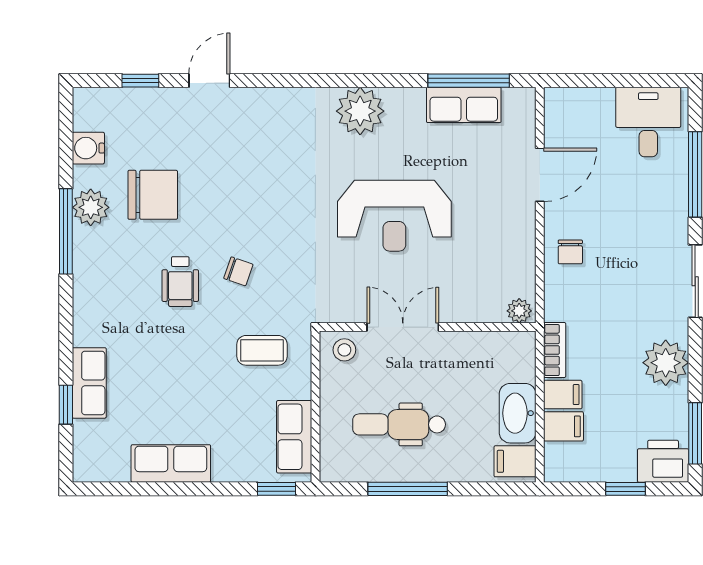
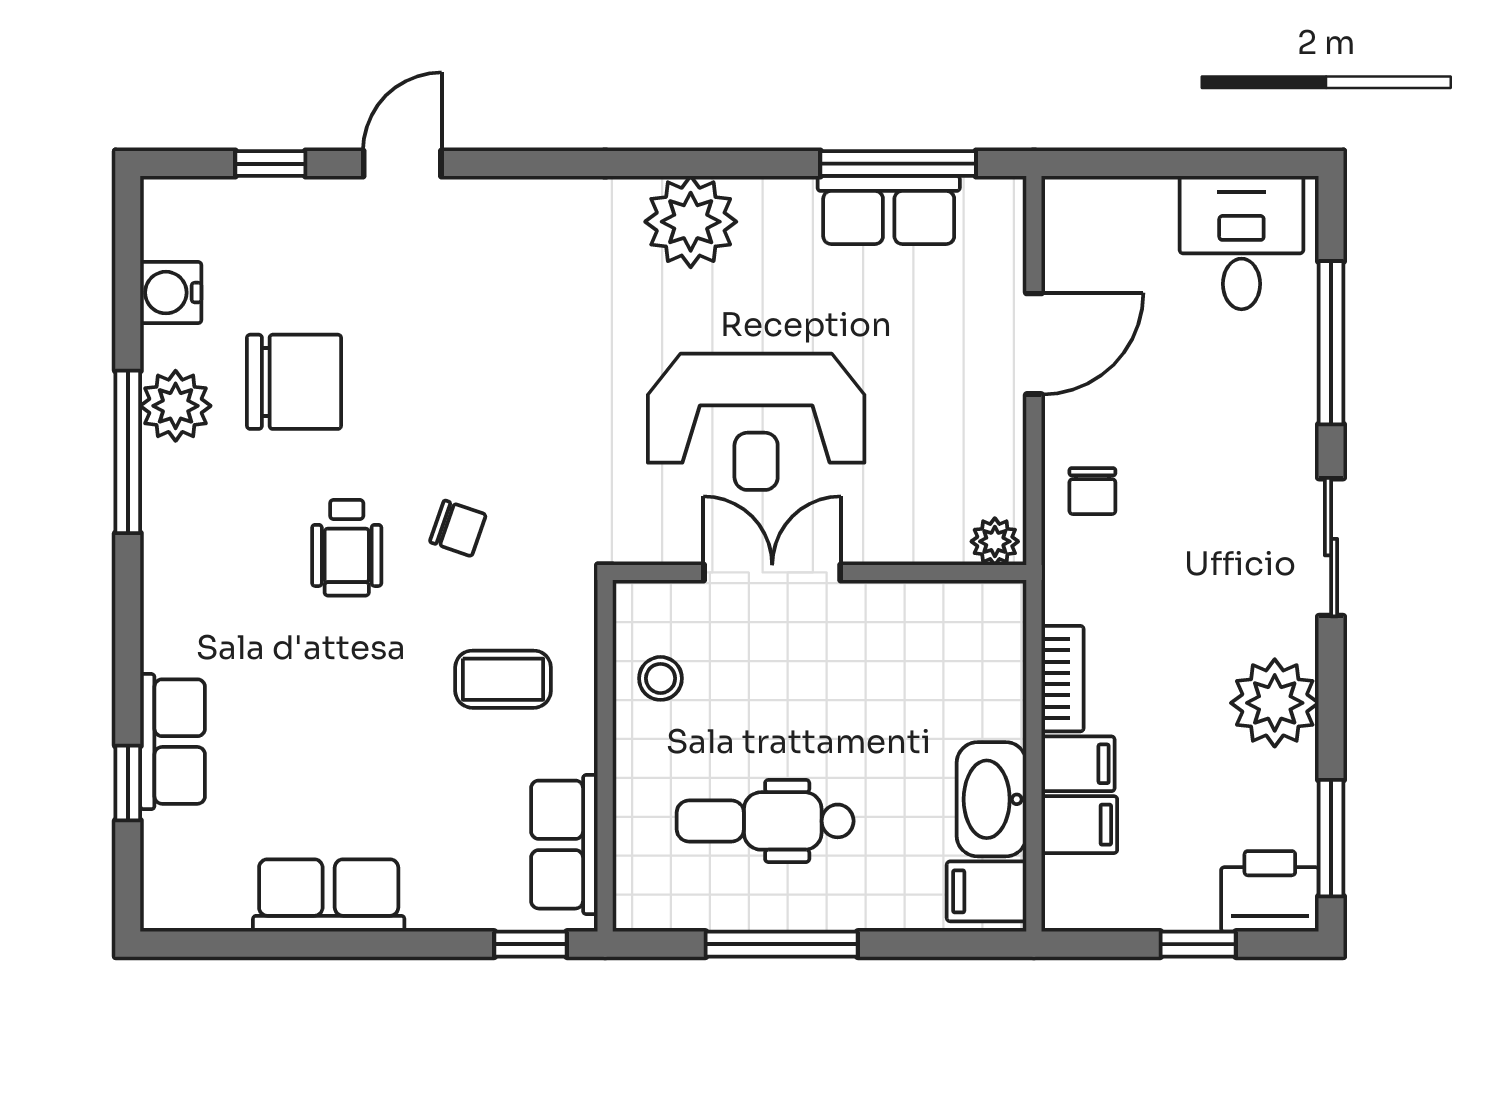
plant: (519, 311) -> (995, 541), moved
double door: (403, 327) -> (772, 572), moved
wall: (428, 327) -> (820, 572), moved

